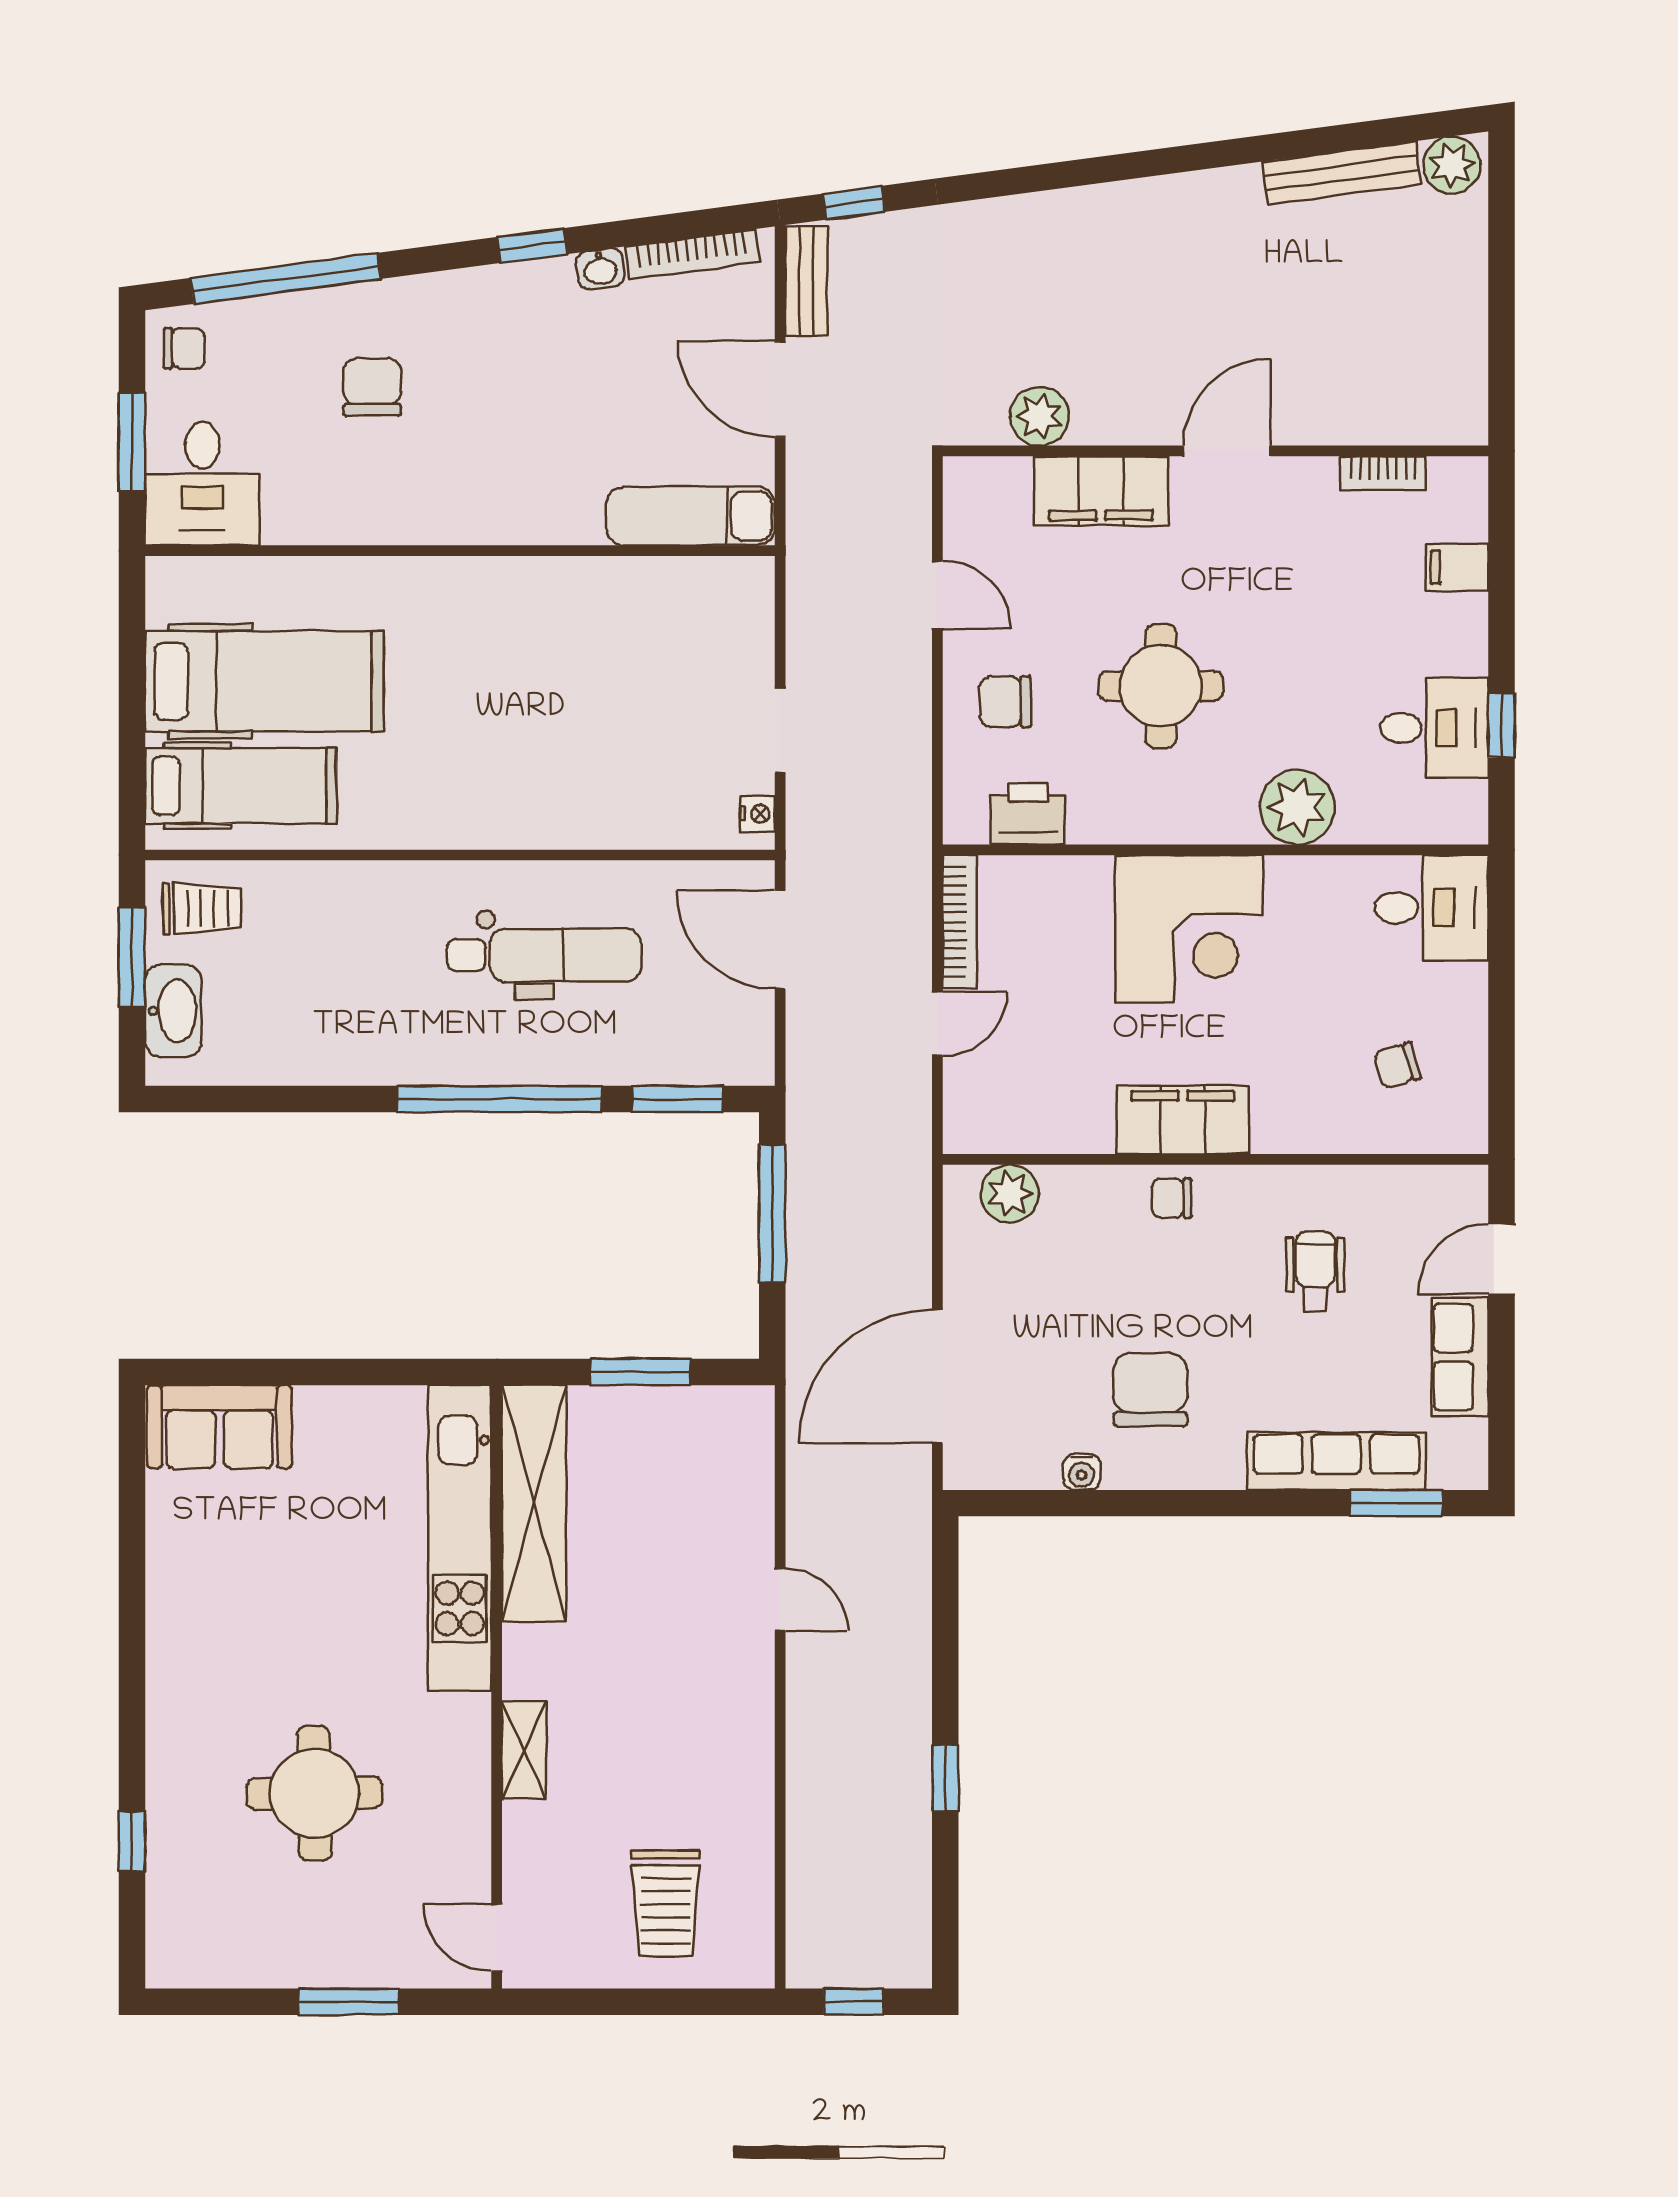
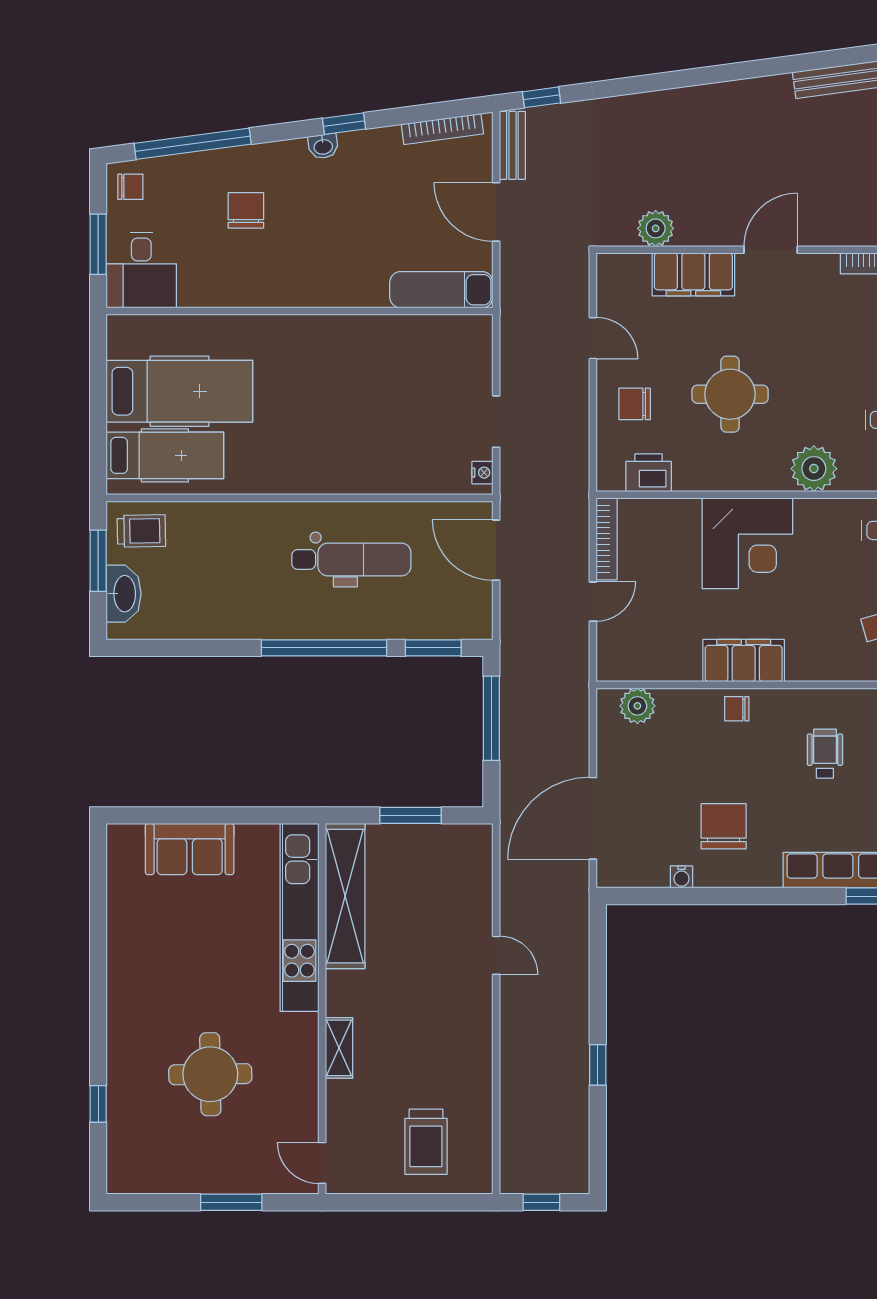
washbasin: (600, 269) -> (323, 146), moved
sofa: (219, 1427) -> (190, 849), moved

